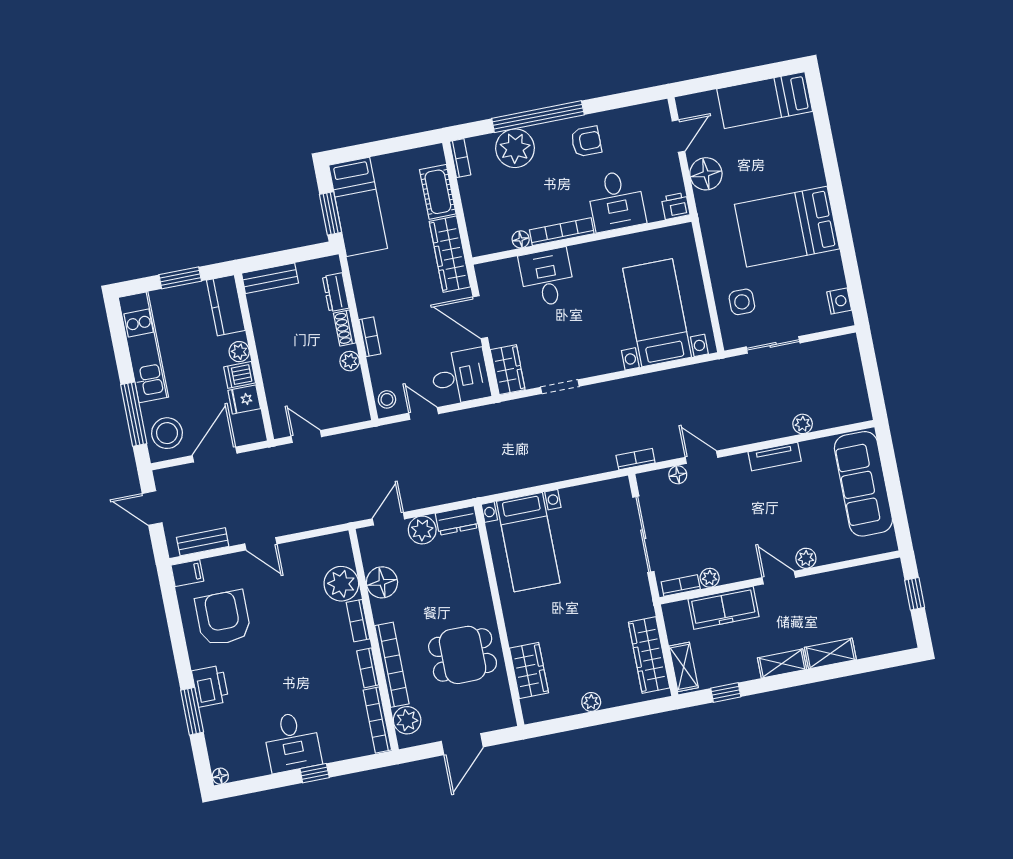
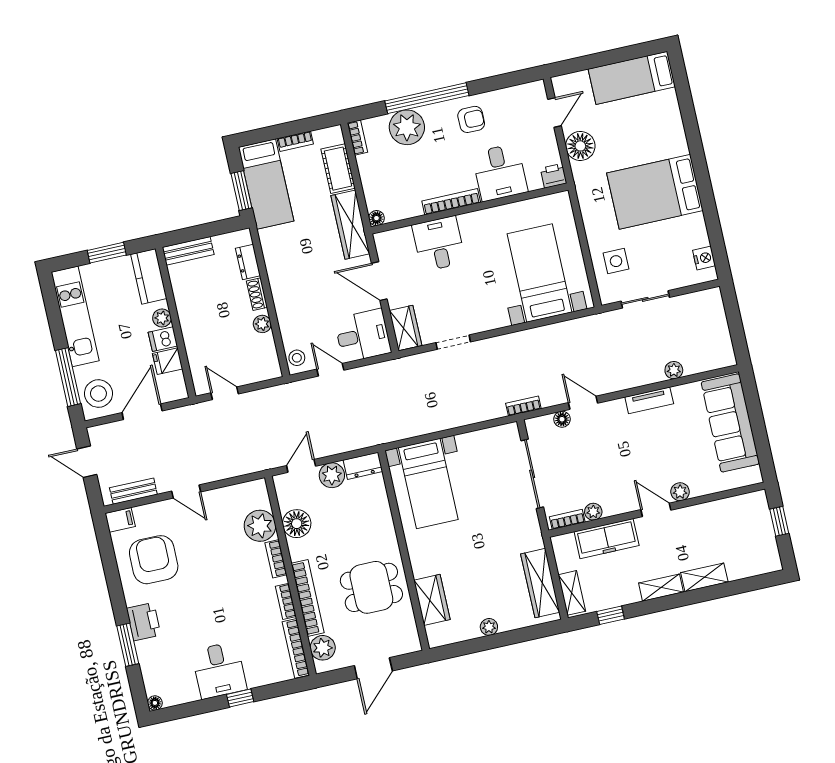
floor lamp: (521, 239) -> (376, 218), moved
bookcase: (370, 337) -> (295, 141), moved, turned 90

